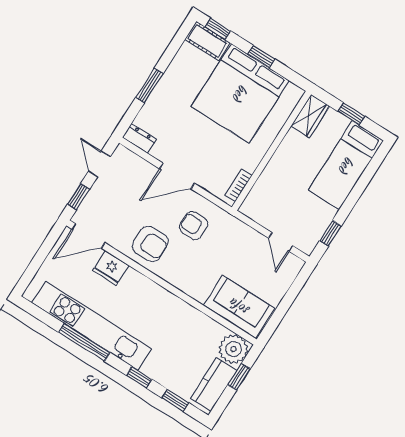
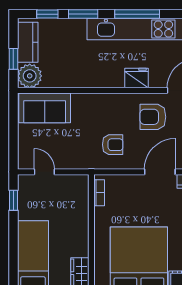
door: (177, 176) -> (160, 172), moved
armchair: (150, 244) -> (153, 117), moved
fridge: (111, 268) -> (136, 78), moved
window: (139, 377) -> (83, 14), width x1.50

